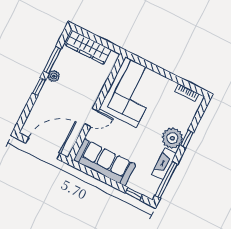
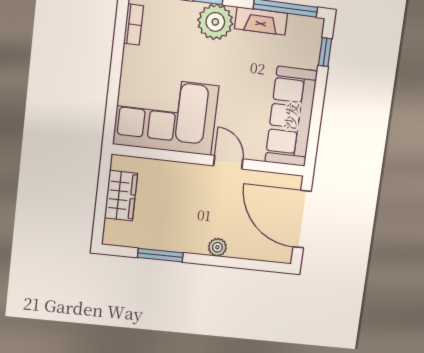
wardrobe: (88, 47) -> (121, 196), width x0.67
plant: (54, 76) -> (217, 247), moved
window: (39, 87) -> (209, 260), removed

